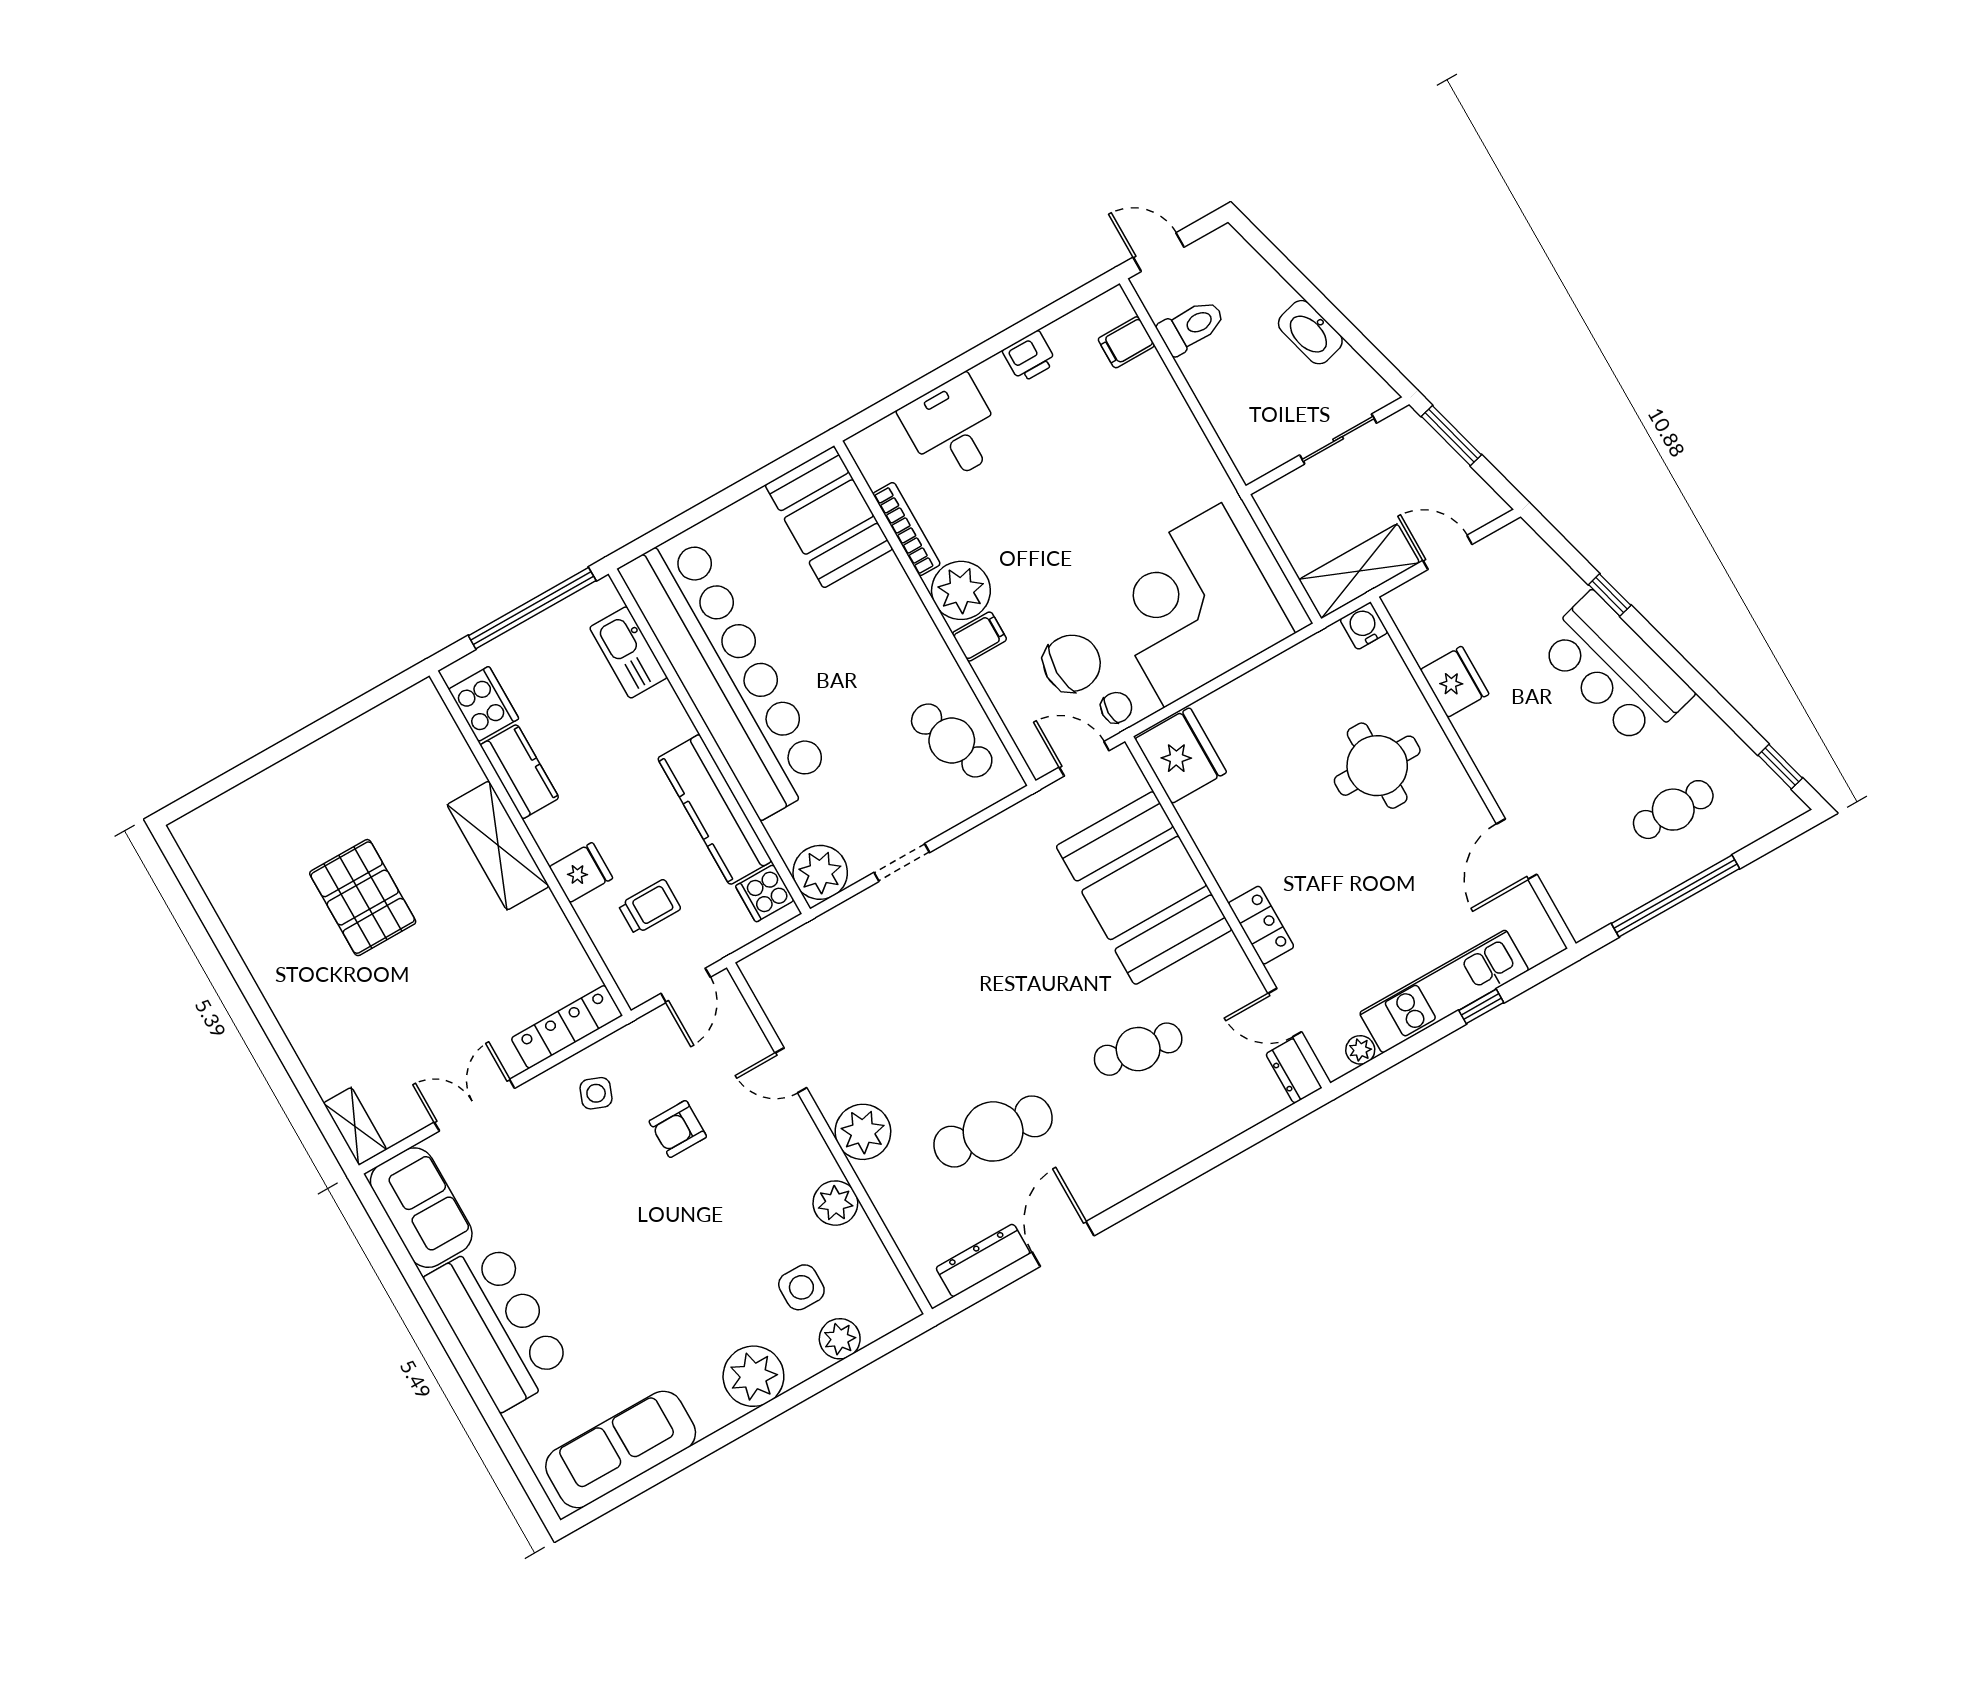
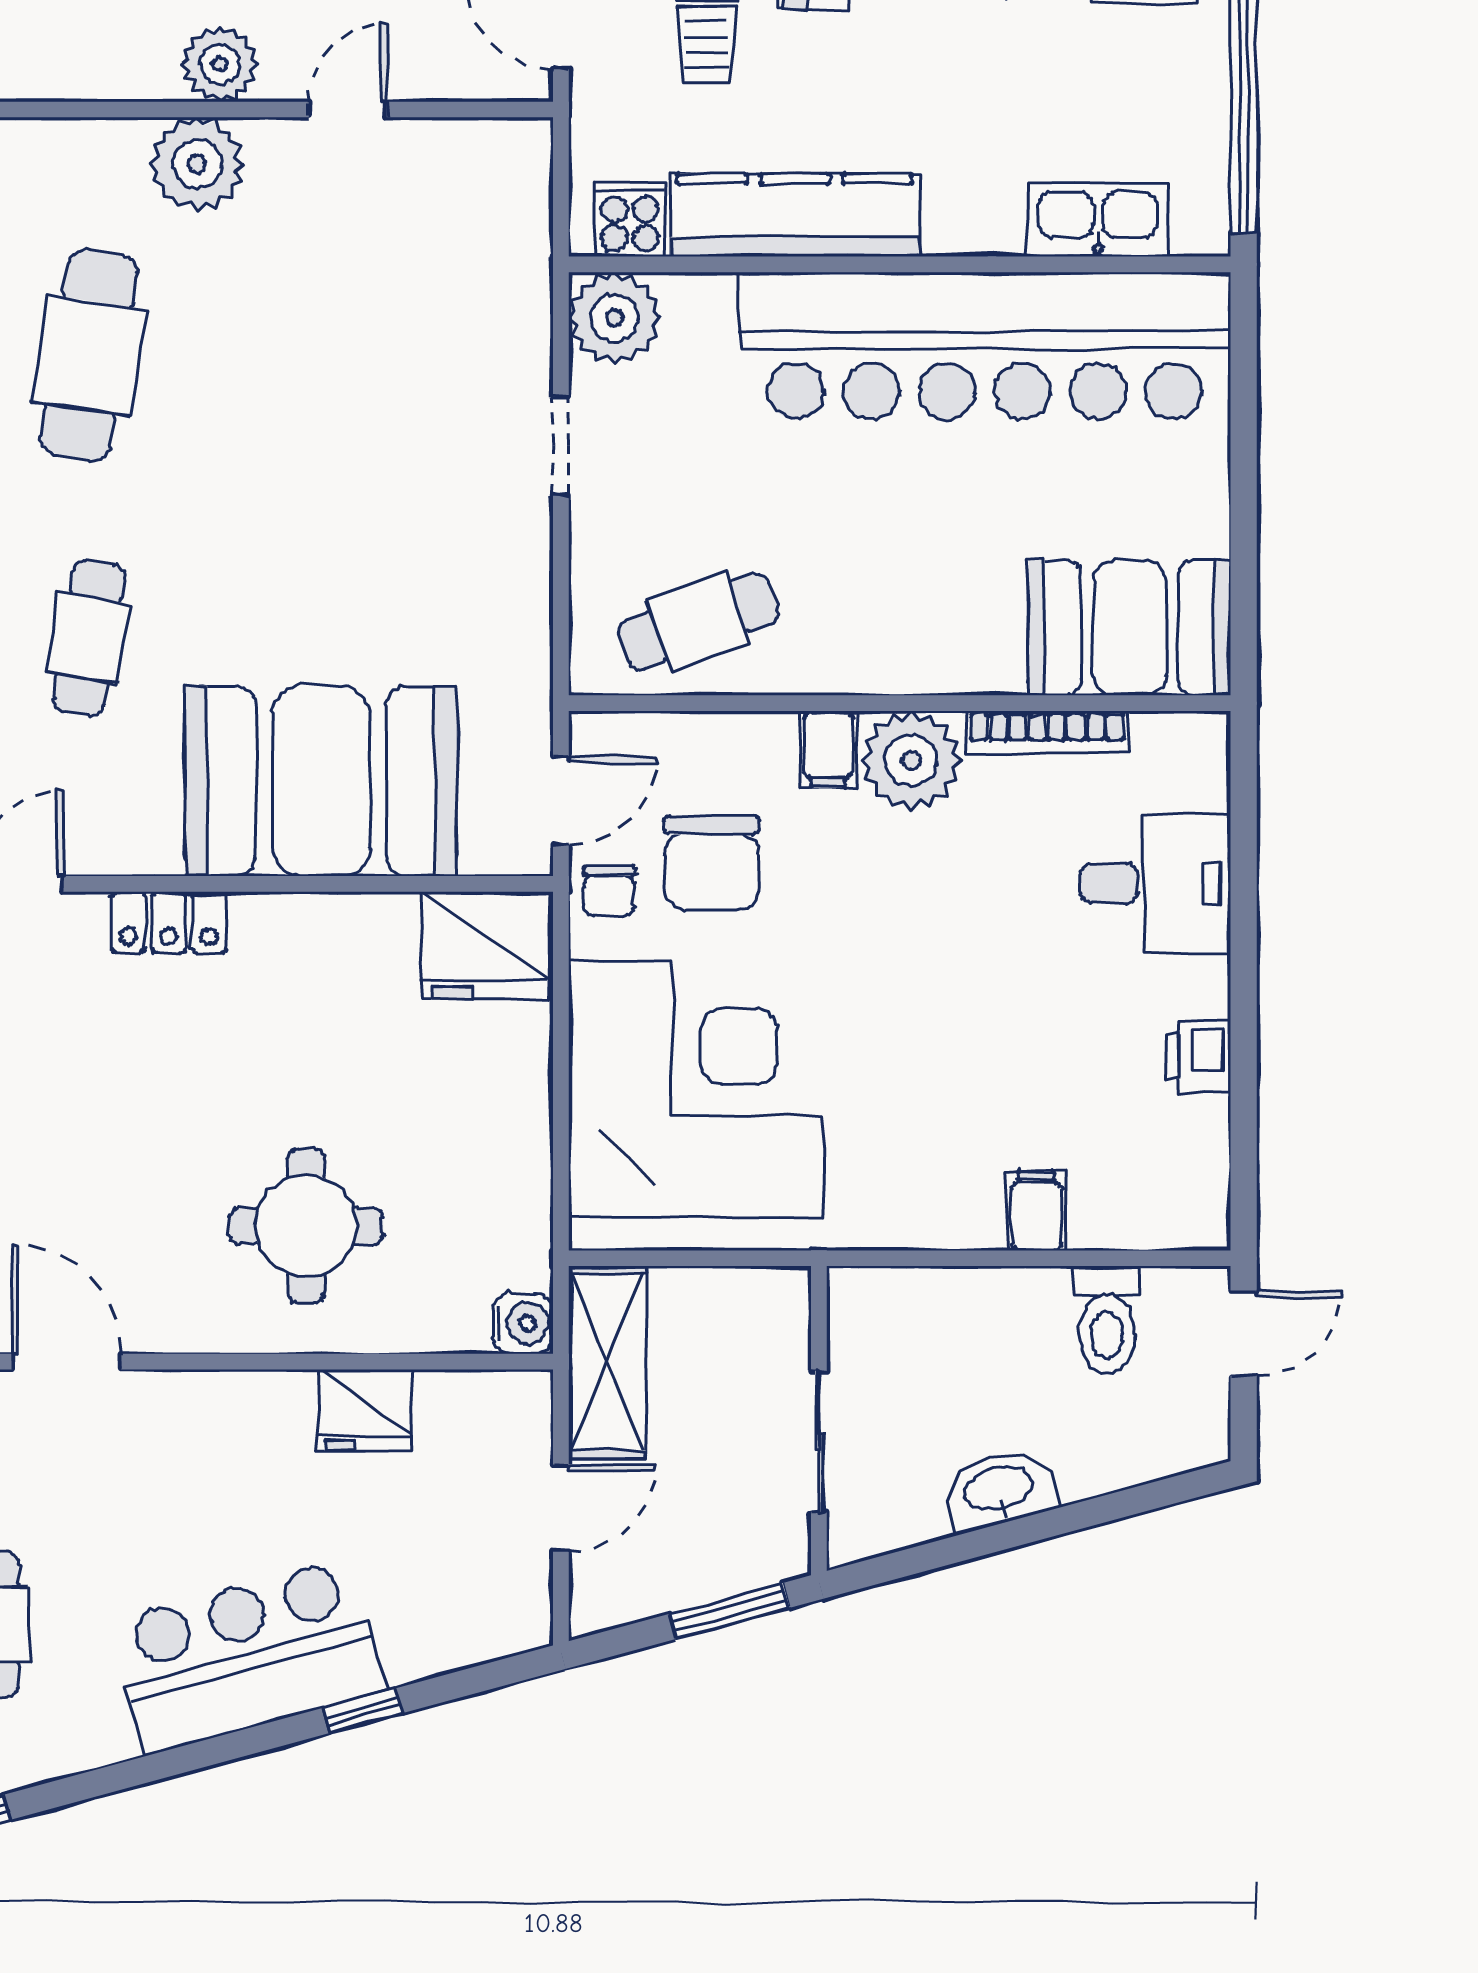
filing cabinet: (1126, 342) -> (1036, 1211), moved
plant: (835, 1203) -> (220, 64), moved

